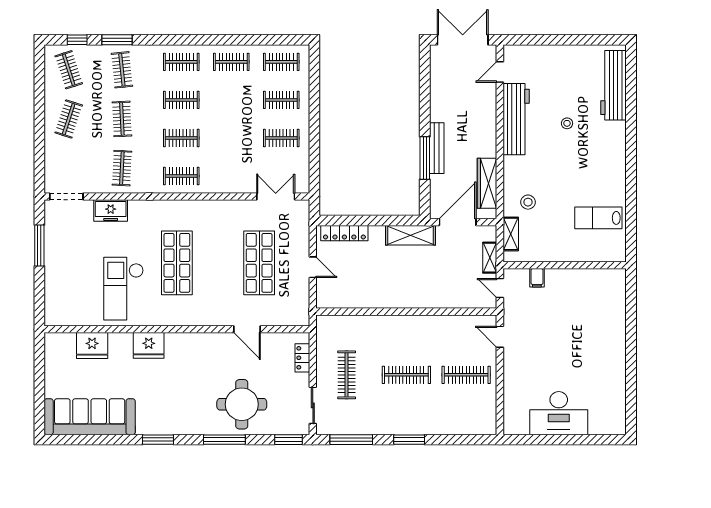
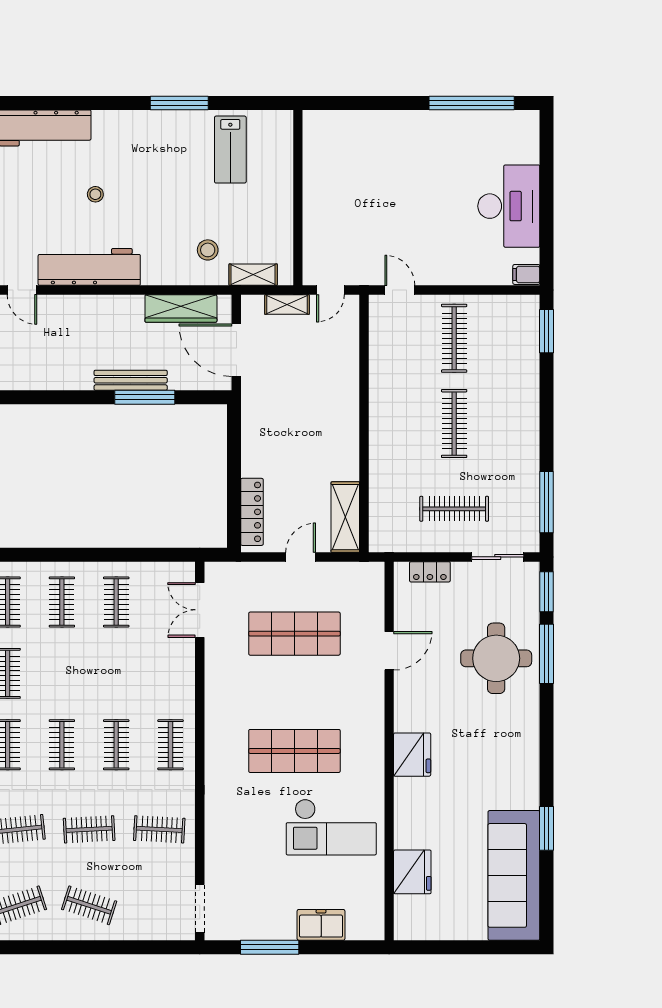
window: (631, 182) -> (179, 103), added
freezer: (111, 211) -> (321, 925), moved, turned -90
shelving: (410, 235) -> (345, 517), moved
filing cabinet: (537, 278) -> (526, 274), moved, turned 180
door: (500, 337) -> (400, 290), swing flipped
fridge: (149, 345) -> (412, 755), moved
window: (631, 387) -> (472, 103), added
window: (158, 440) -> (547, 828), moved
window: (224, 440) -> (547, 654), moved
window: (409, 440) -> (547, 331), moved

